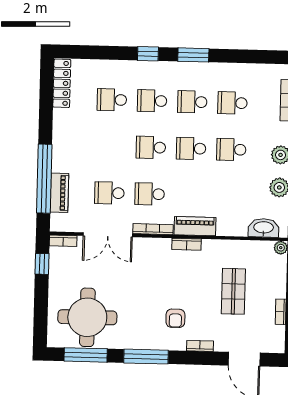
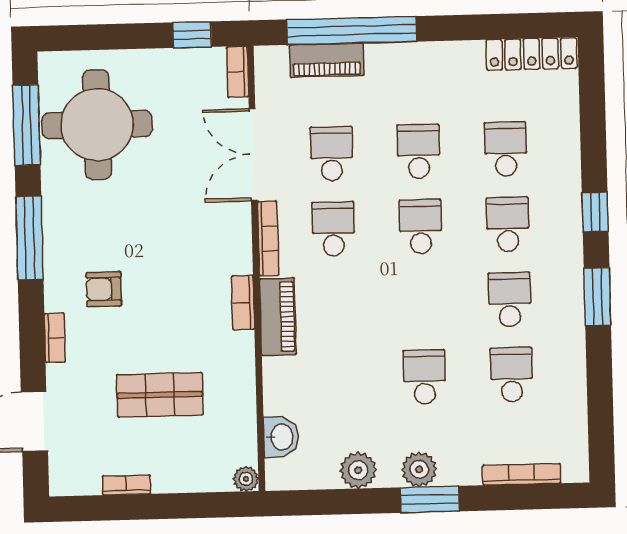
school desk: (191, 148) -> (419, 151), moved
washbasin: (264, 228) -> (281, 437), width x0.72

